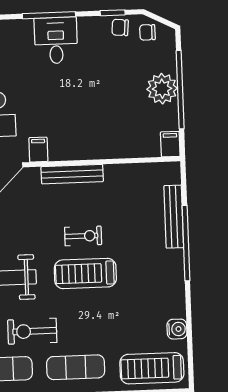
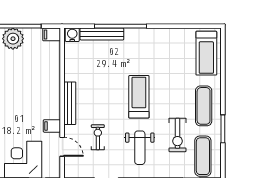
exercise bike: (83, 236) -> (98, 137), moved
treadmill: (85, 273) -> (139, 97), turned 180
water cooler: (177, 329) -> (72, 35), moved

